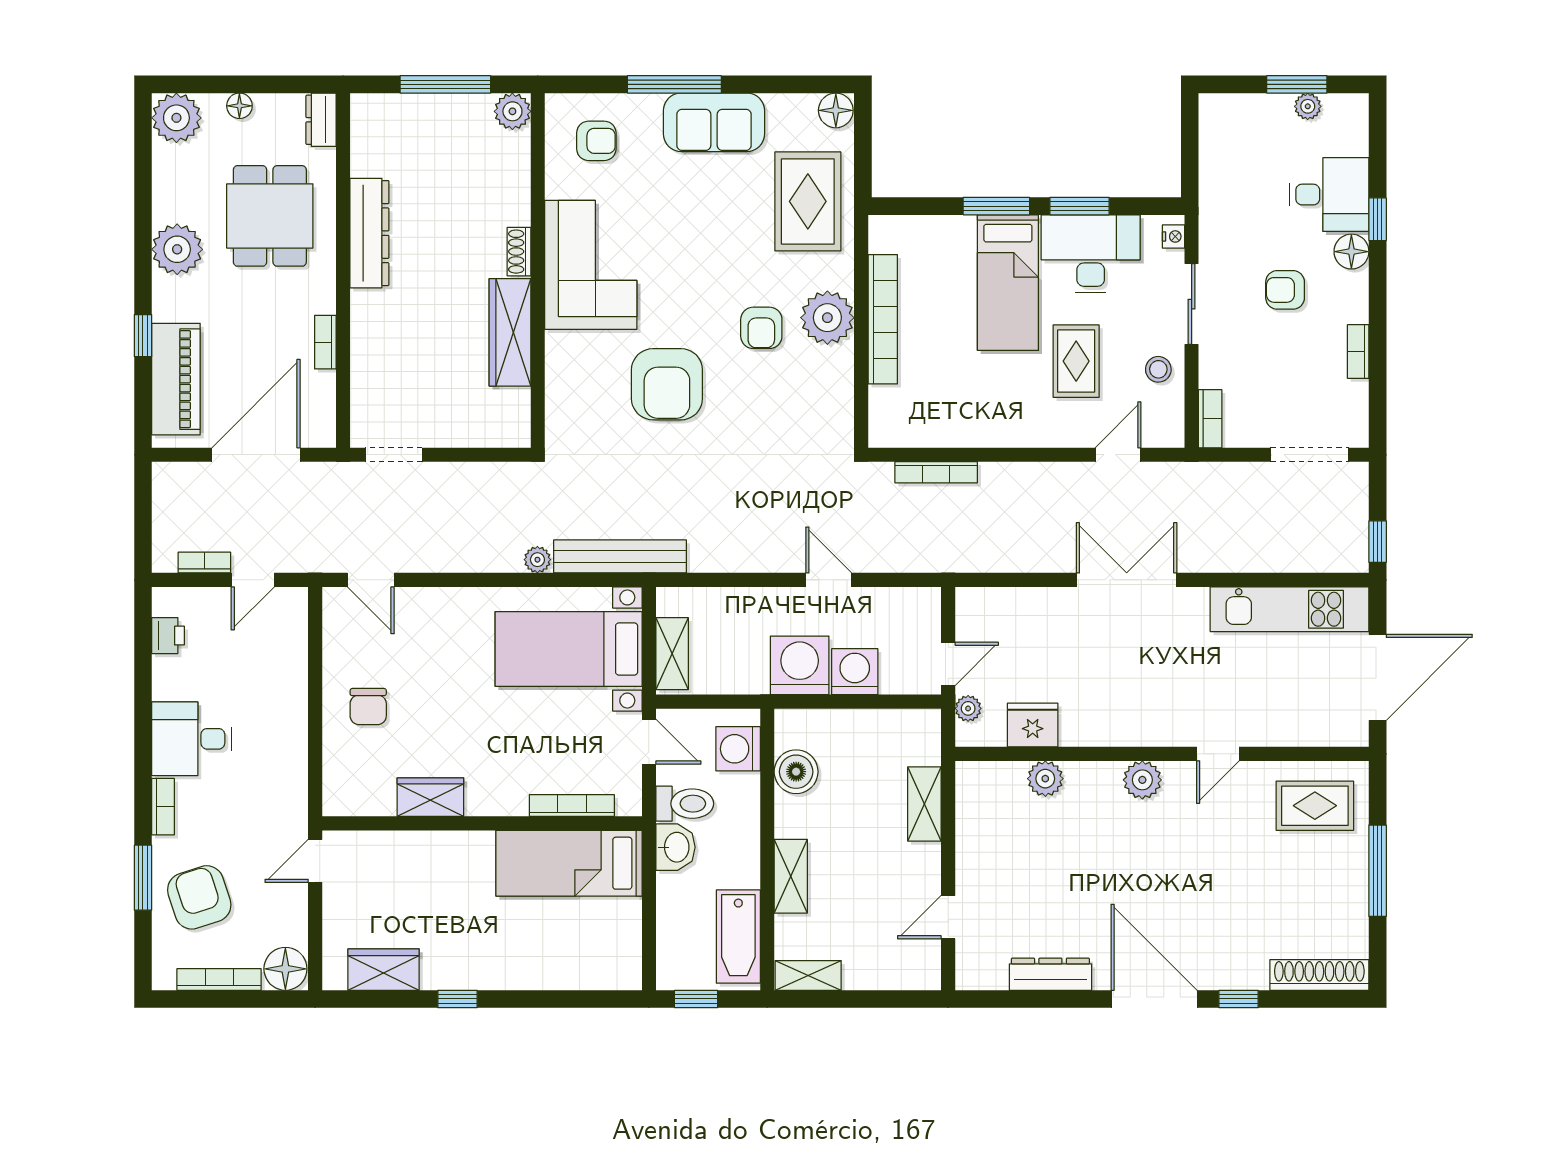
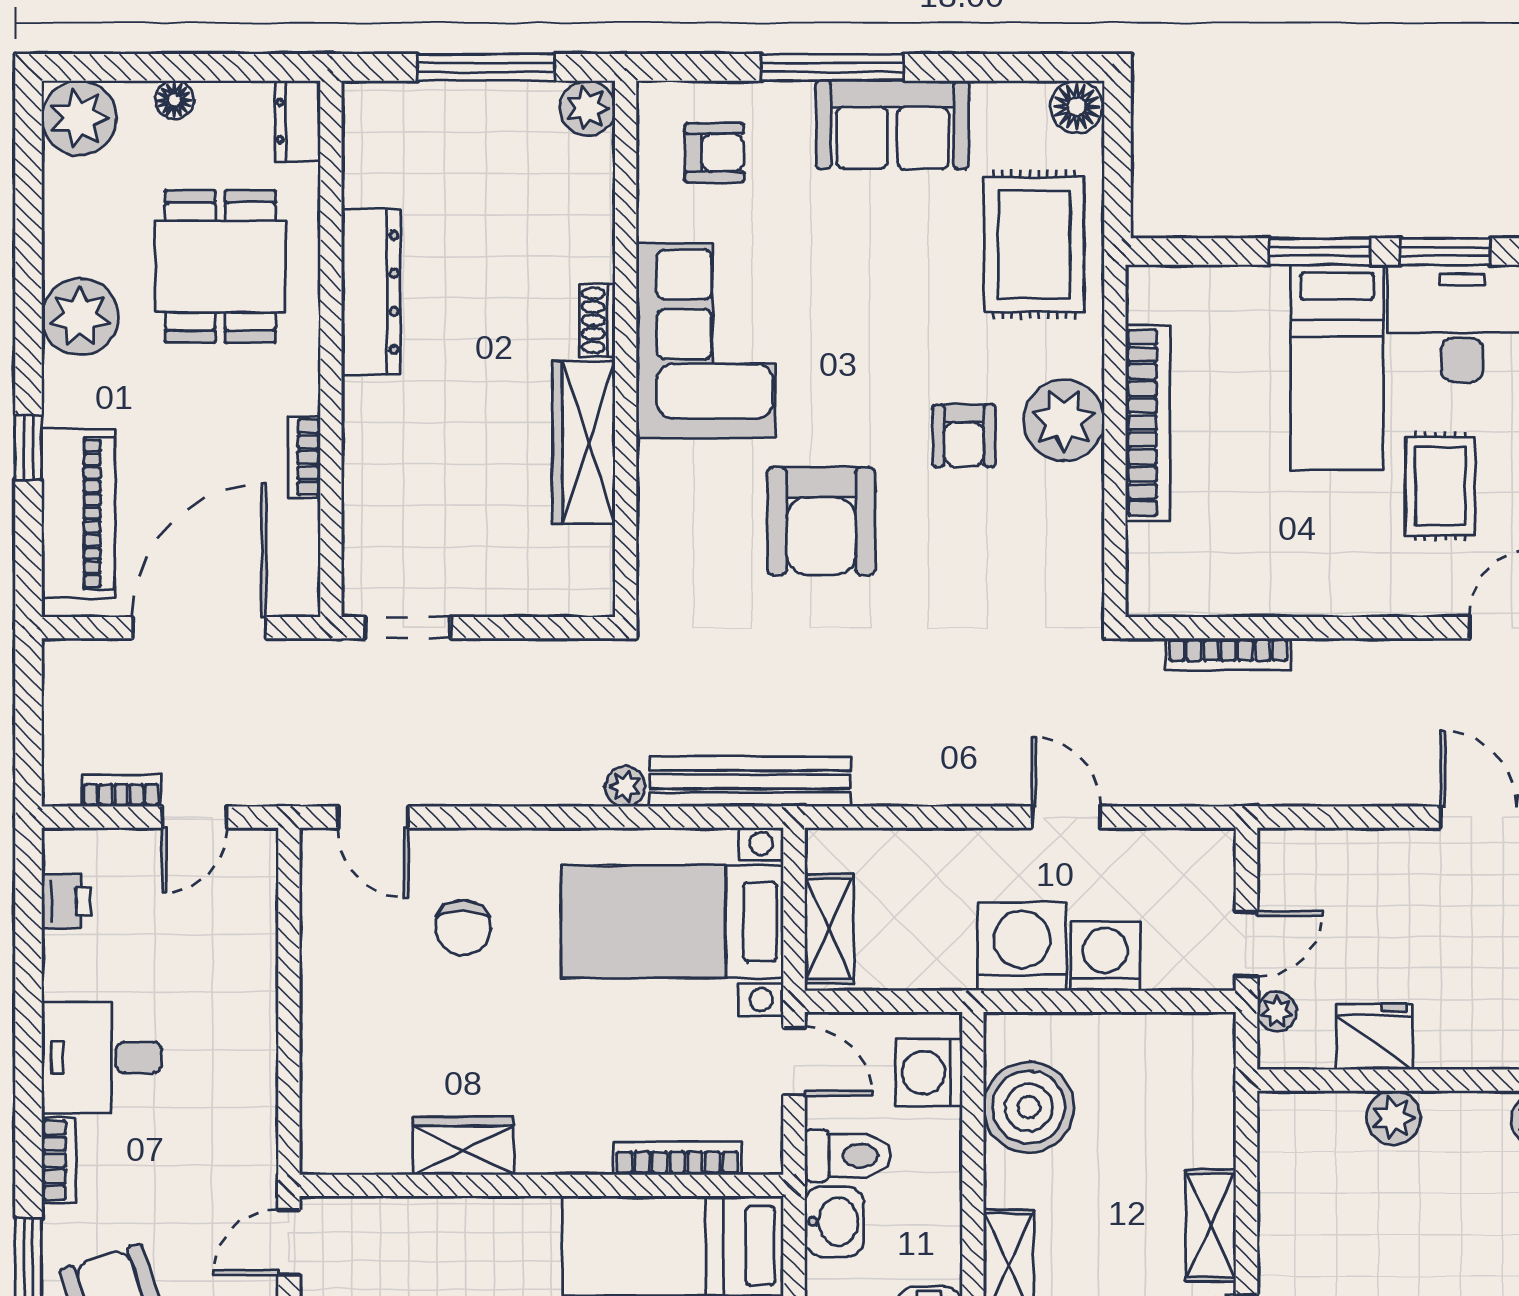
chair: (368, 707) -> (463, 928), moved
boiler: (796, 772) -> (1029, 1107), width x1.37, depth x1.37
shelving: (924, 804) -> (1211, 1225), moved

